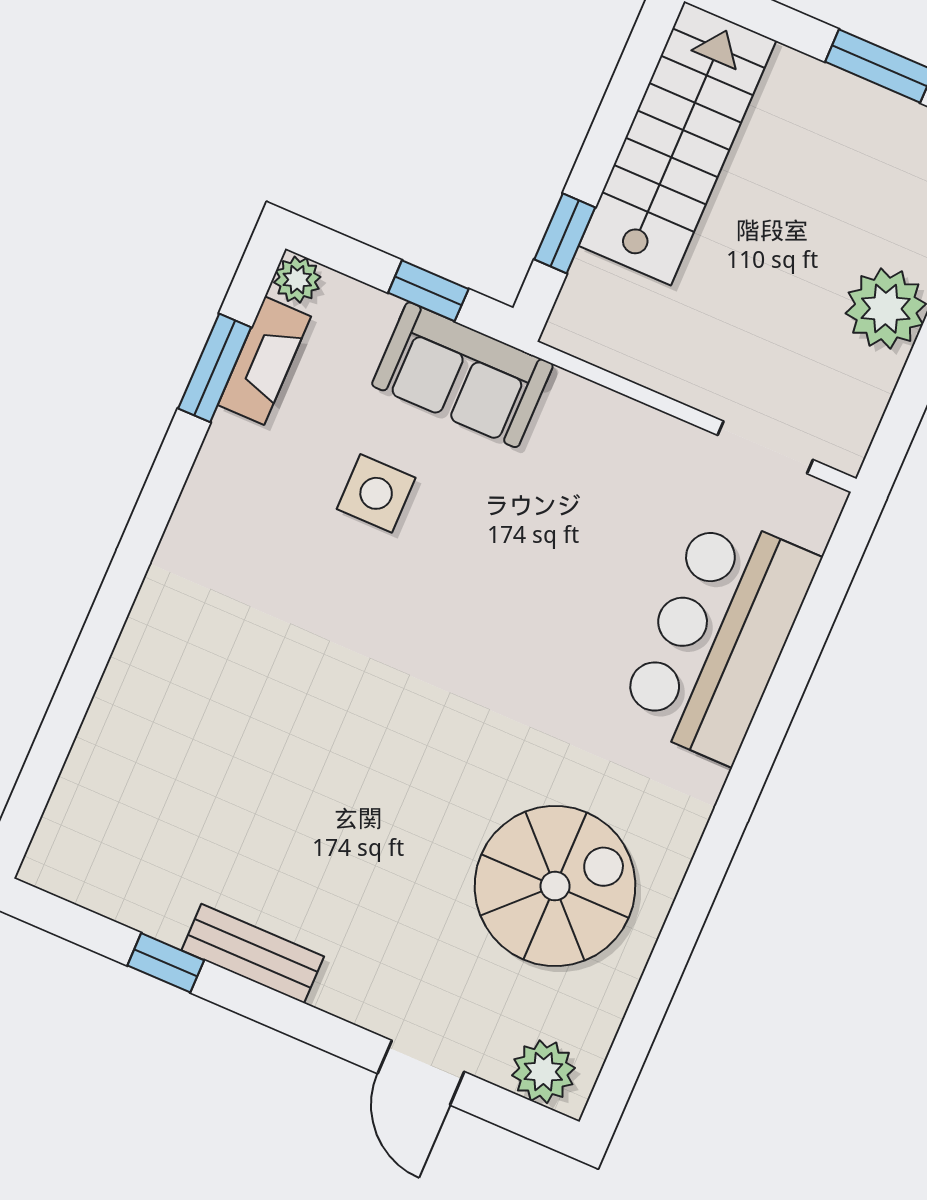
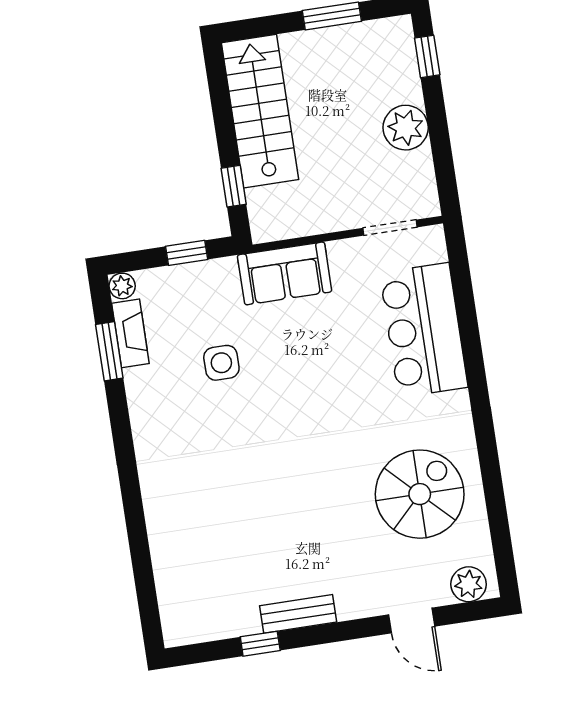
sofa: (462, 375) -> (285, 273), moved

